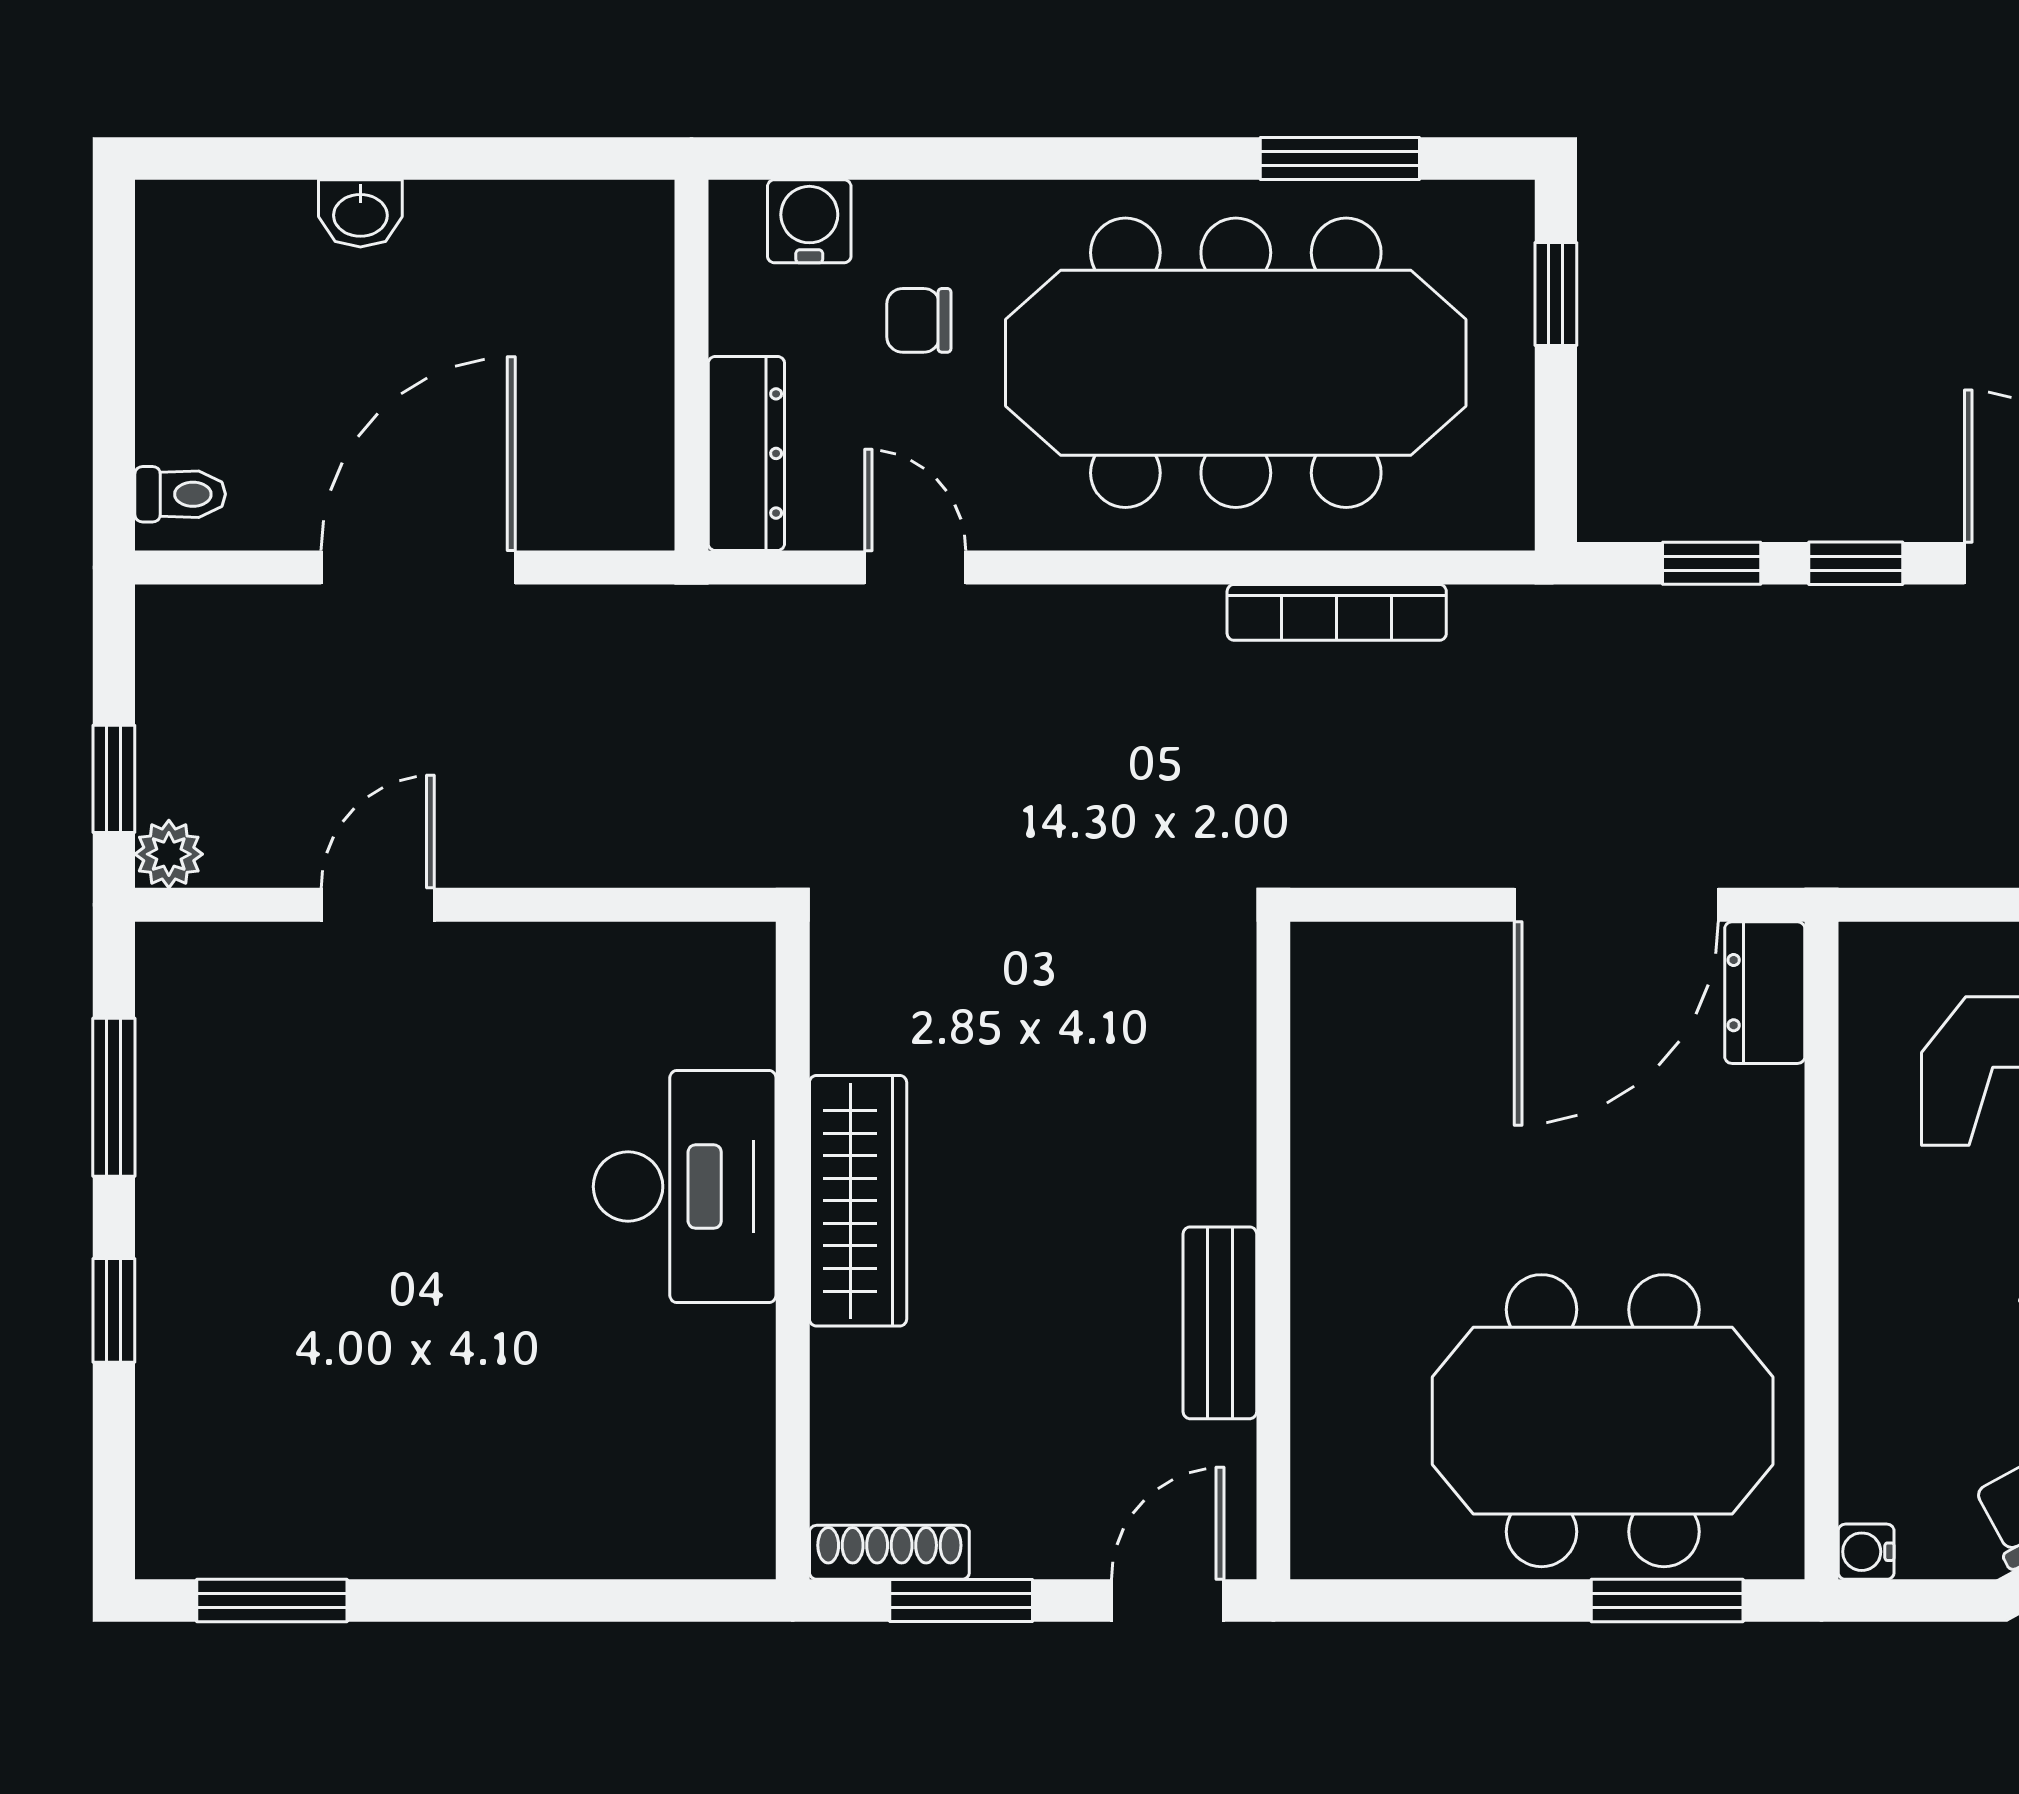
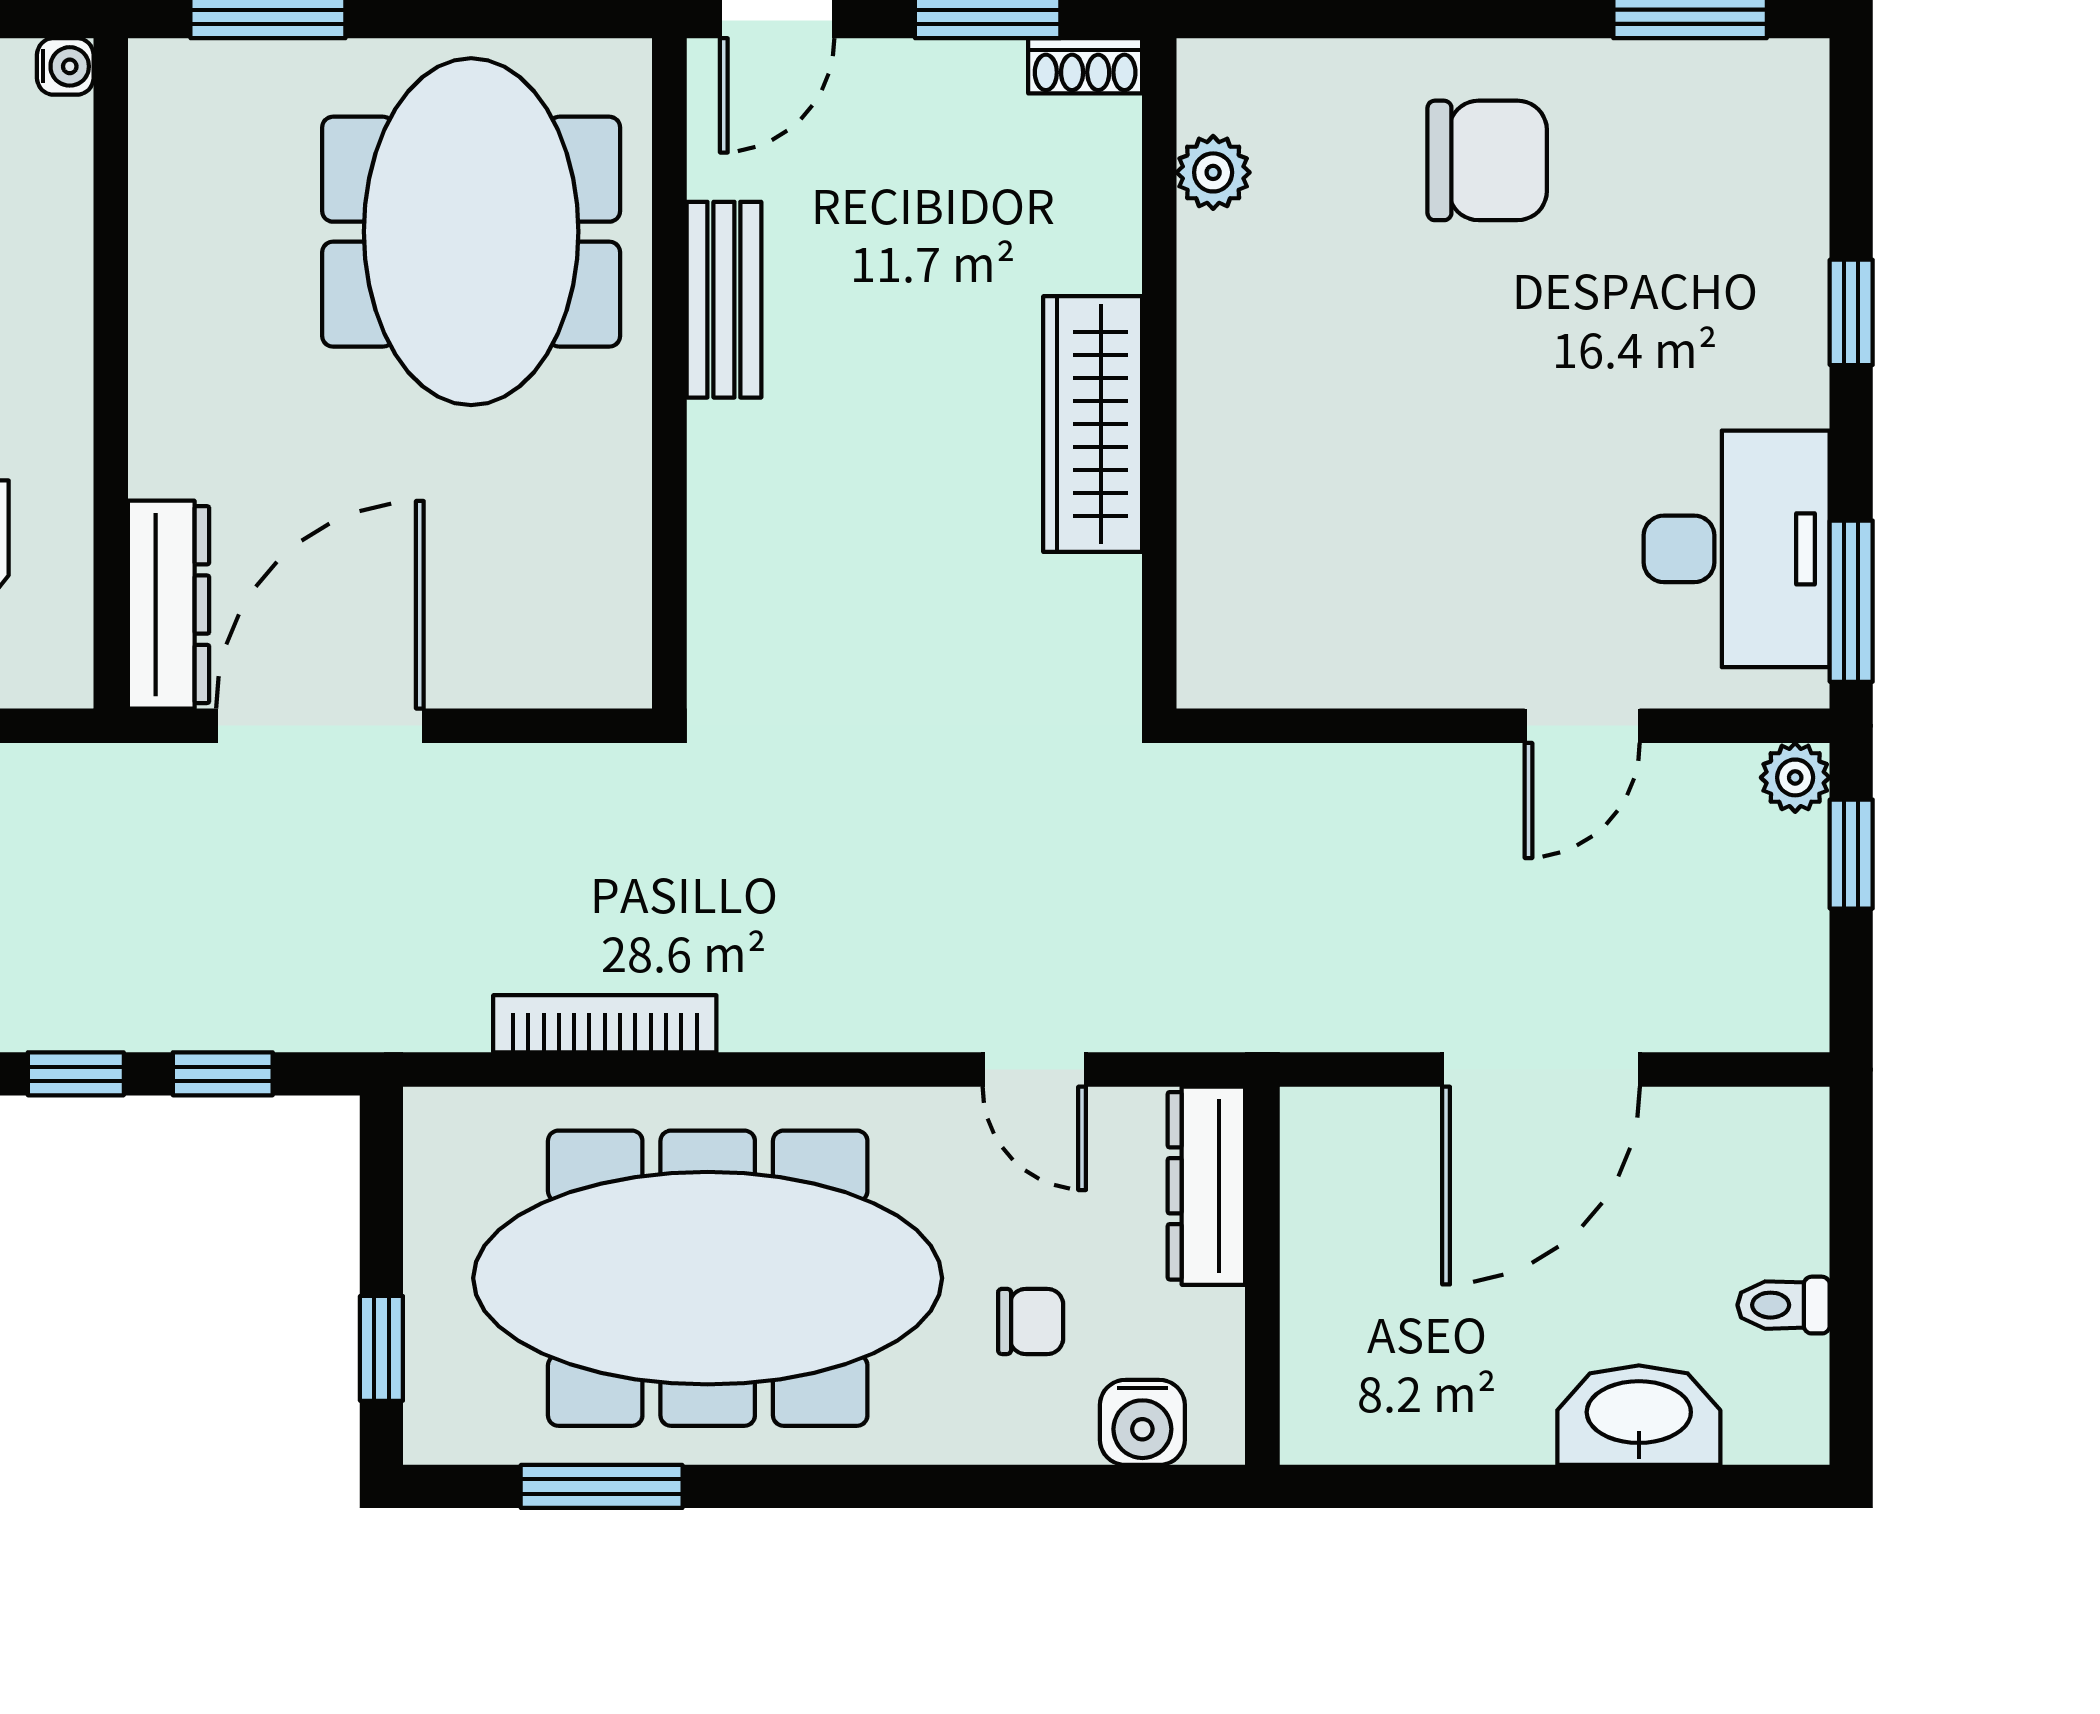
washbasin: (360, 213) -> (1639, 1415), width x1.91, depth x1.45
toilet: (180, 494) -> (1784, 1305), moved
dresser: (1765, 993) -> (169, 605), width x1.44
window: (114, 1097) -> (1851, 601), moved
desk: (685, 1187) -> (1737, 549), moved, turned 180
meeting table: (1603, 1421) -> (471, 232), moved, turned 90
plant: (740, 1448) -> (1213, 172), added
chair: (471, 1459) -> (1487, 160), added
shoe rack: (889, 1552) -> (1085, 66), width x0.70

